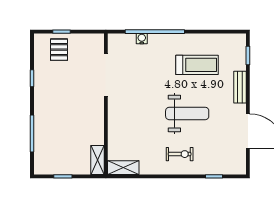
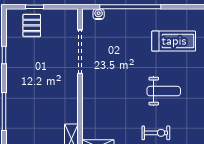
water cooler: (142, 39) -> (99, 14), moved
weight bench: (187, 113) -> (164, 91), width x0.73, depth x0.75

